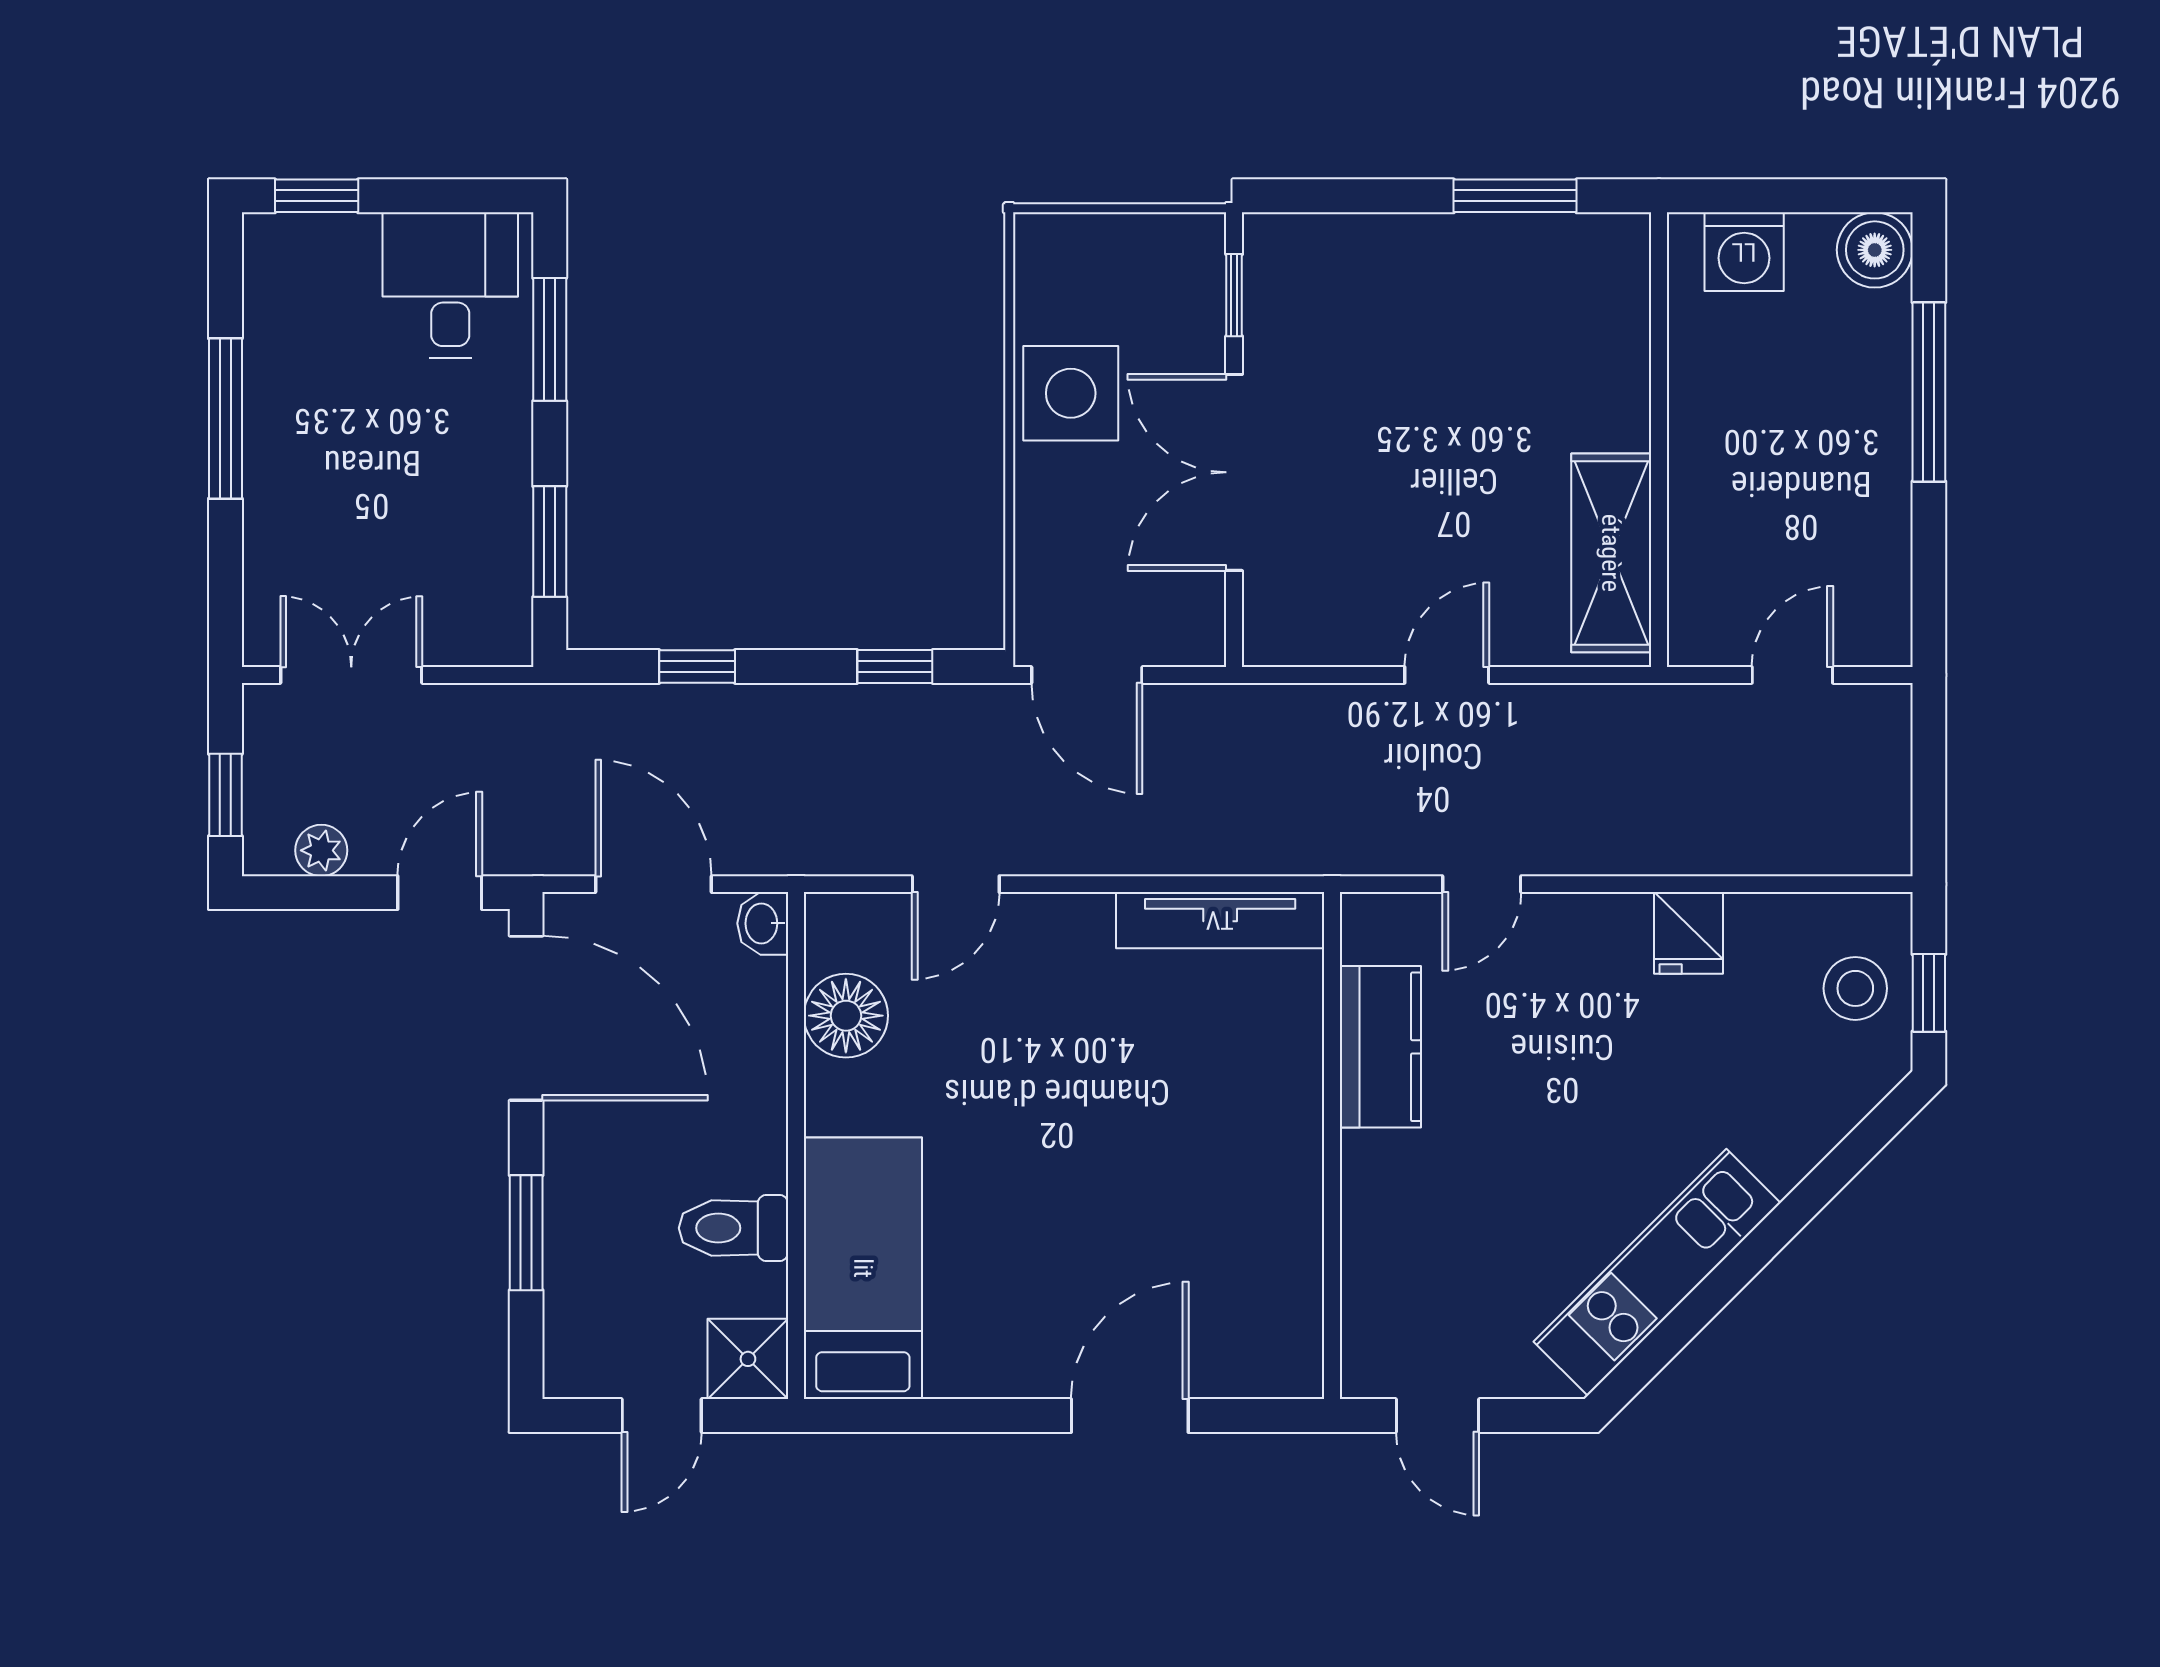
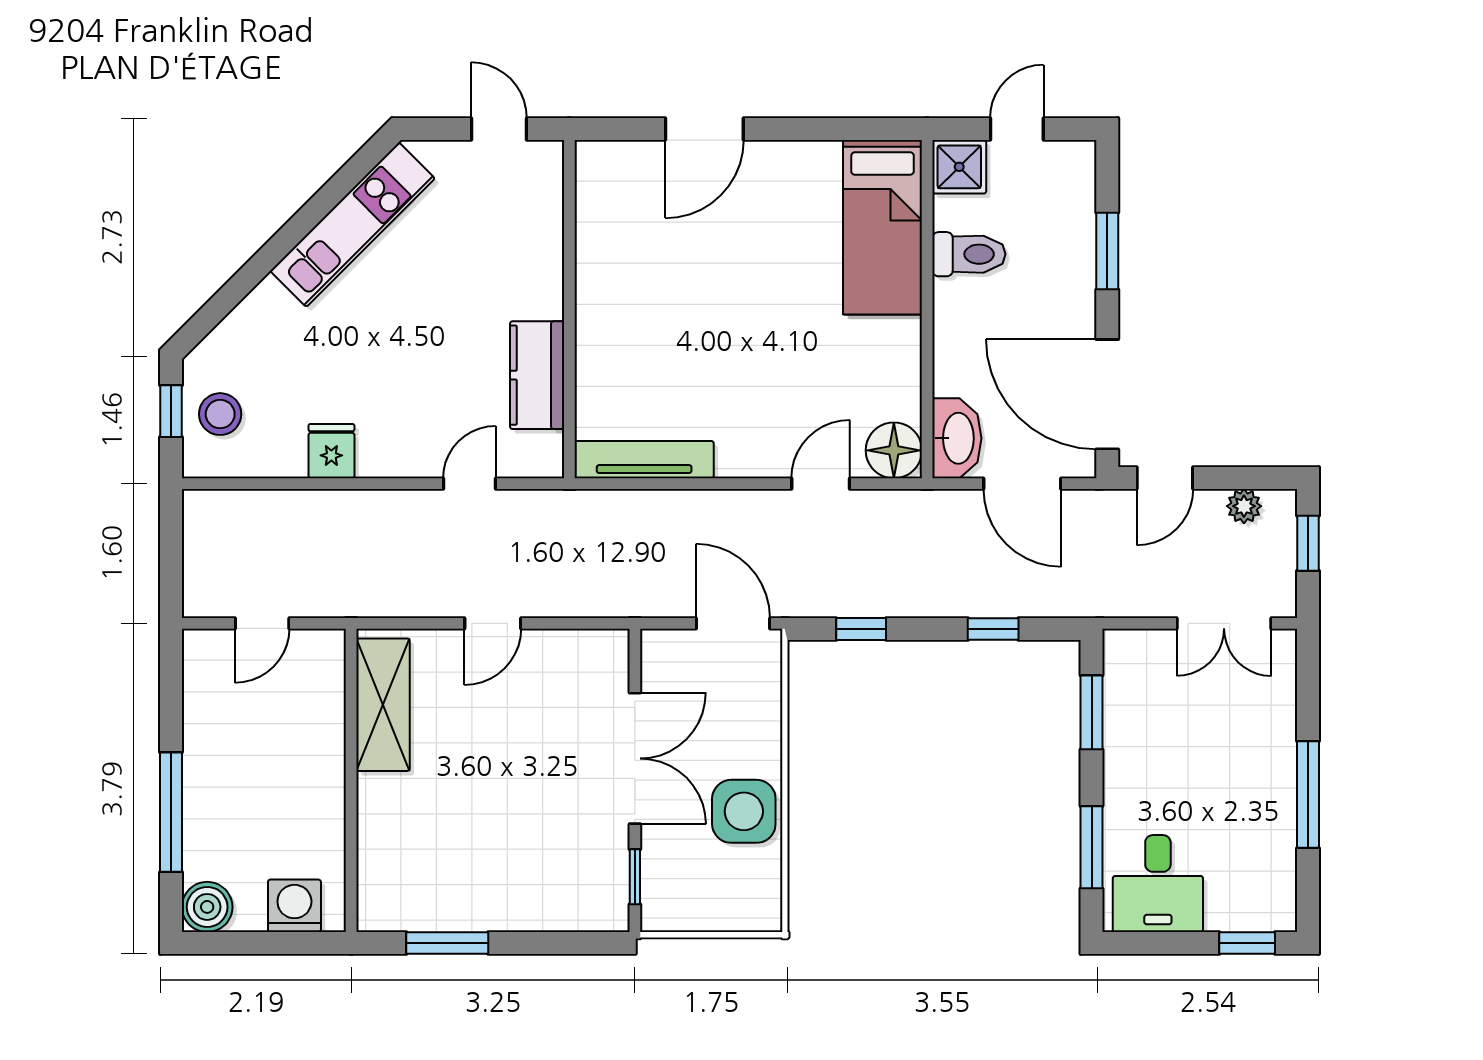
washbasin: (763, 923) -> (957, 438), width x1.91, depth x1.45
floor lamp: (846, 1016) -> (894, 450), moved

